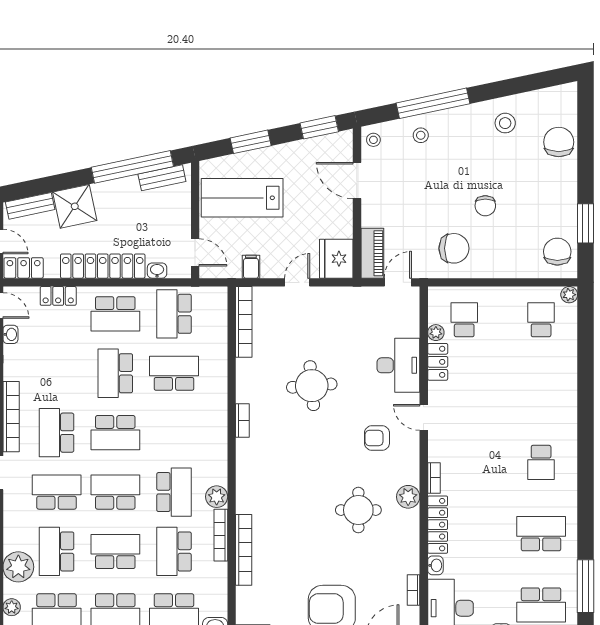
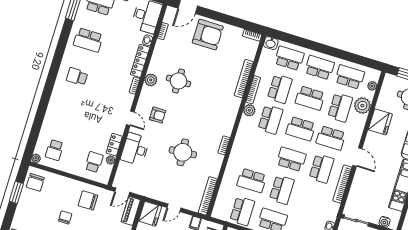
school desk: (464, 320) -> (94, 162), turned 180
school desk: (541, 462) -> (77, 77), turned -90
school desk: (174, 492) -> (270, 119), turned 180

